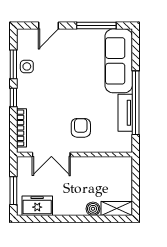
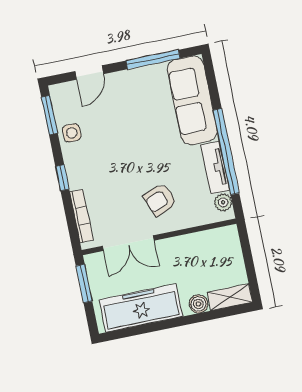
window: (13, 64) -> (49, 115), moved
armchair: (81, 128) -> (160, 200), turned -112
plant: (126, 139) -> (223, 202), added
window: (13, 191) -> (84, 284), moved
freezer: (37, 206) -> (141, 308), width x1.91, depth x1.26

